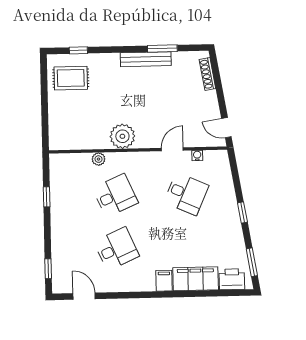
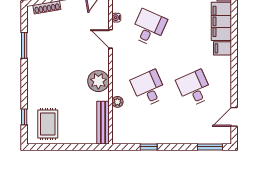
bench: (146, 59) -> (103, 123), moved
window: (48, 269) -> (210, 147), width x1.50

